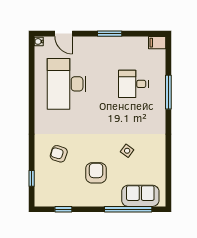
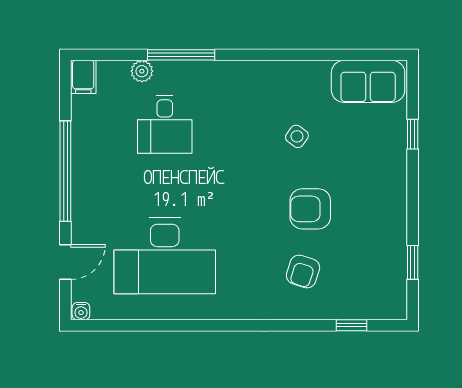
window: (110, 34) -> (65, 171), width x2.11
plant: (160, 72) -> (142, 71), added
armchair: (96, 173) -> (310, 209), moved
sofa: (140, 196) -> (368, 81), moved, turned -90
window: (128, 209) -> (413, 134), width x0.32

